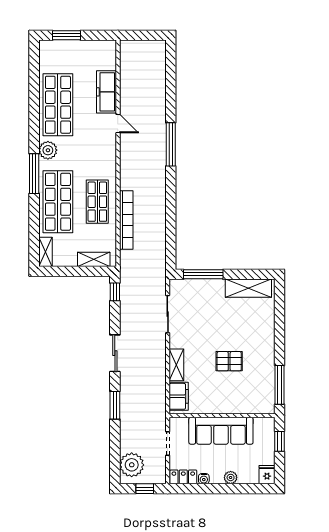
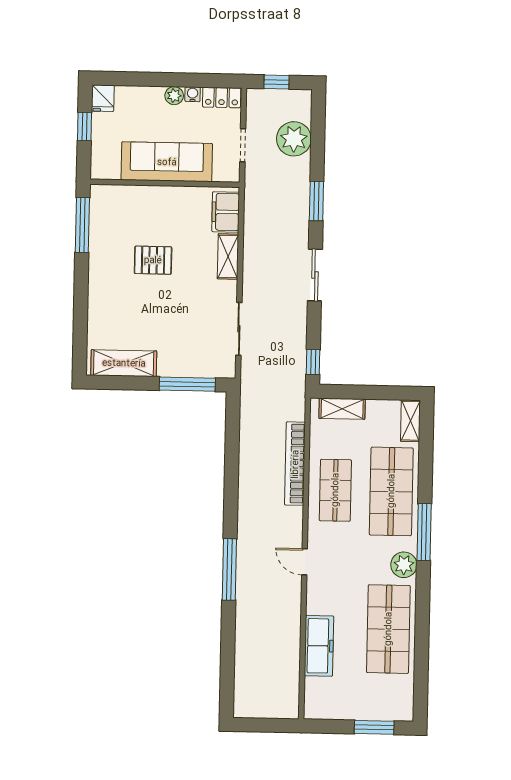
door: (118, 124) -> (305, 562), moved
window: (279, 441) -> (84, 127), moved
plant: (132, 465) -> (294, 139), moved
plant: (231, 477) -> (174, 96), moved

